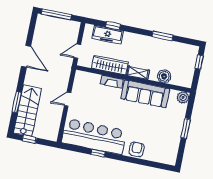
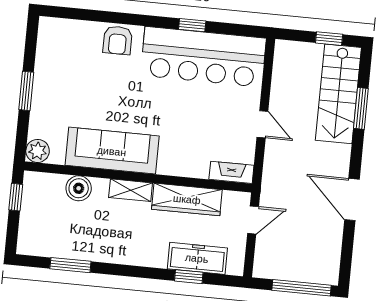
window: (162, 36) -> (70, 265), moved
window: (199, 62) -> (16, 197), moved
fireplace: (112, 82) -> (231, 172), moved
door: (68, 99) -> (262, 124), hinge flipped

